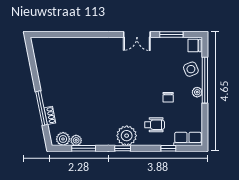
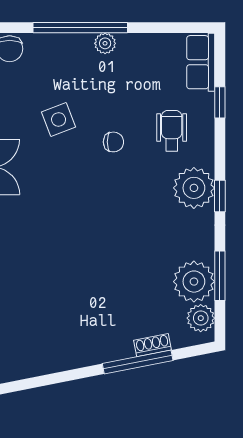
side table: (191, 69) -> (59, 120), moved
chair: (168, 97) -> (113, 142), moved
plant: (76, 140) -> (194, 282), width x1.88, depth x1.88

